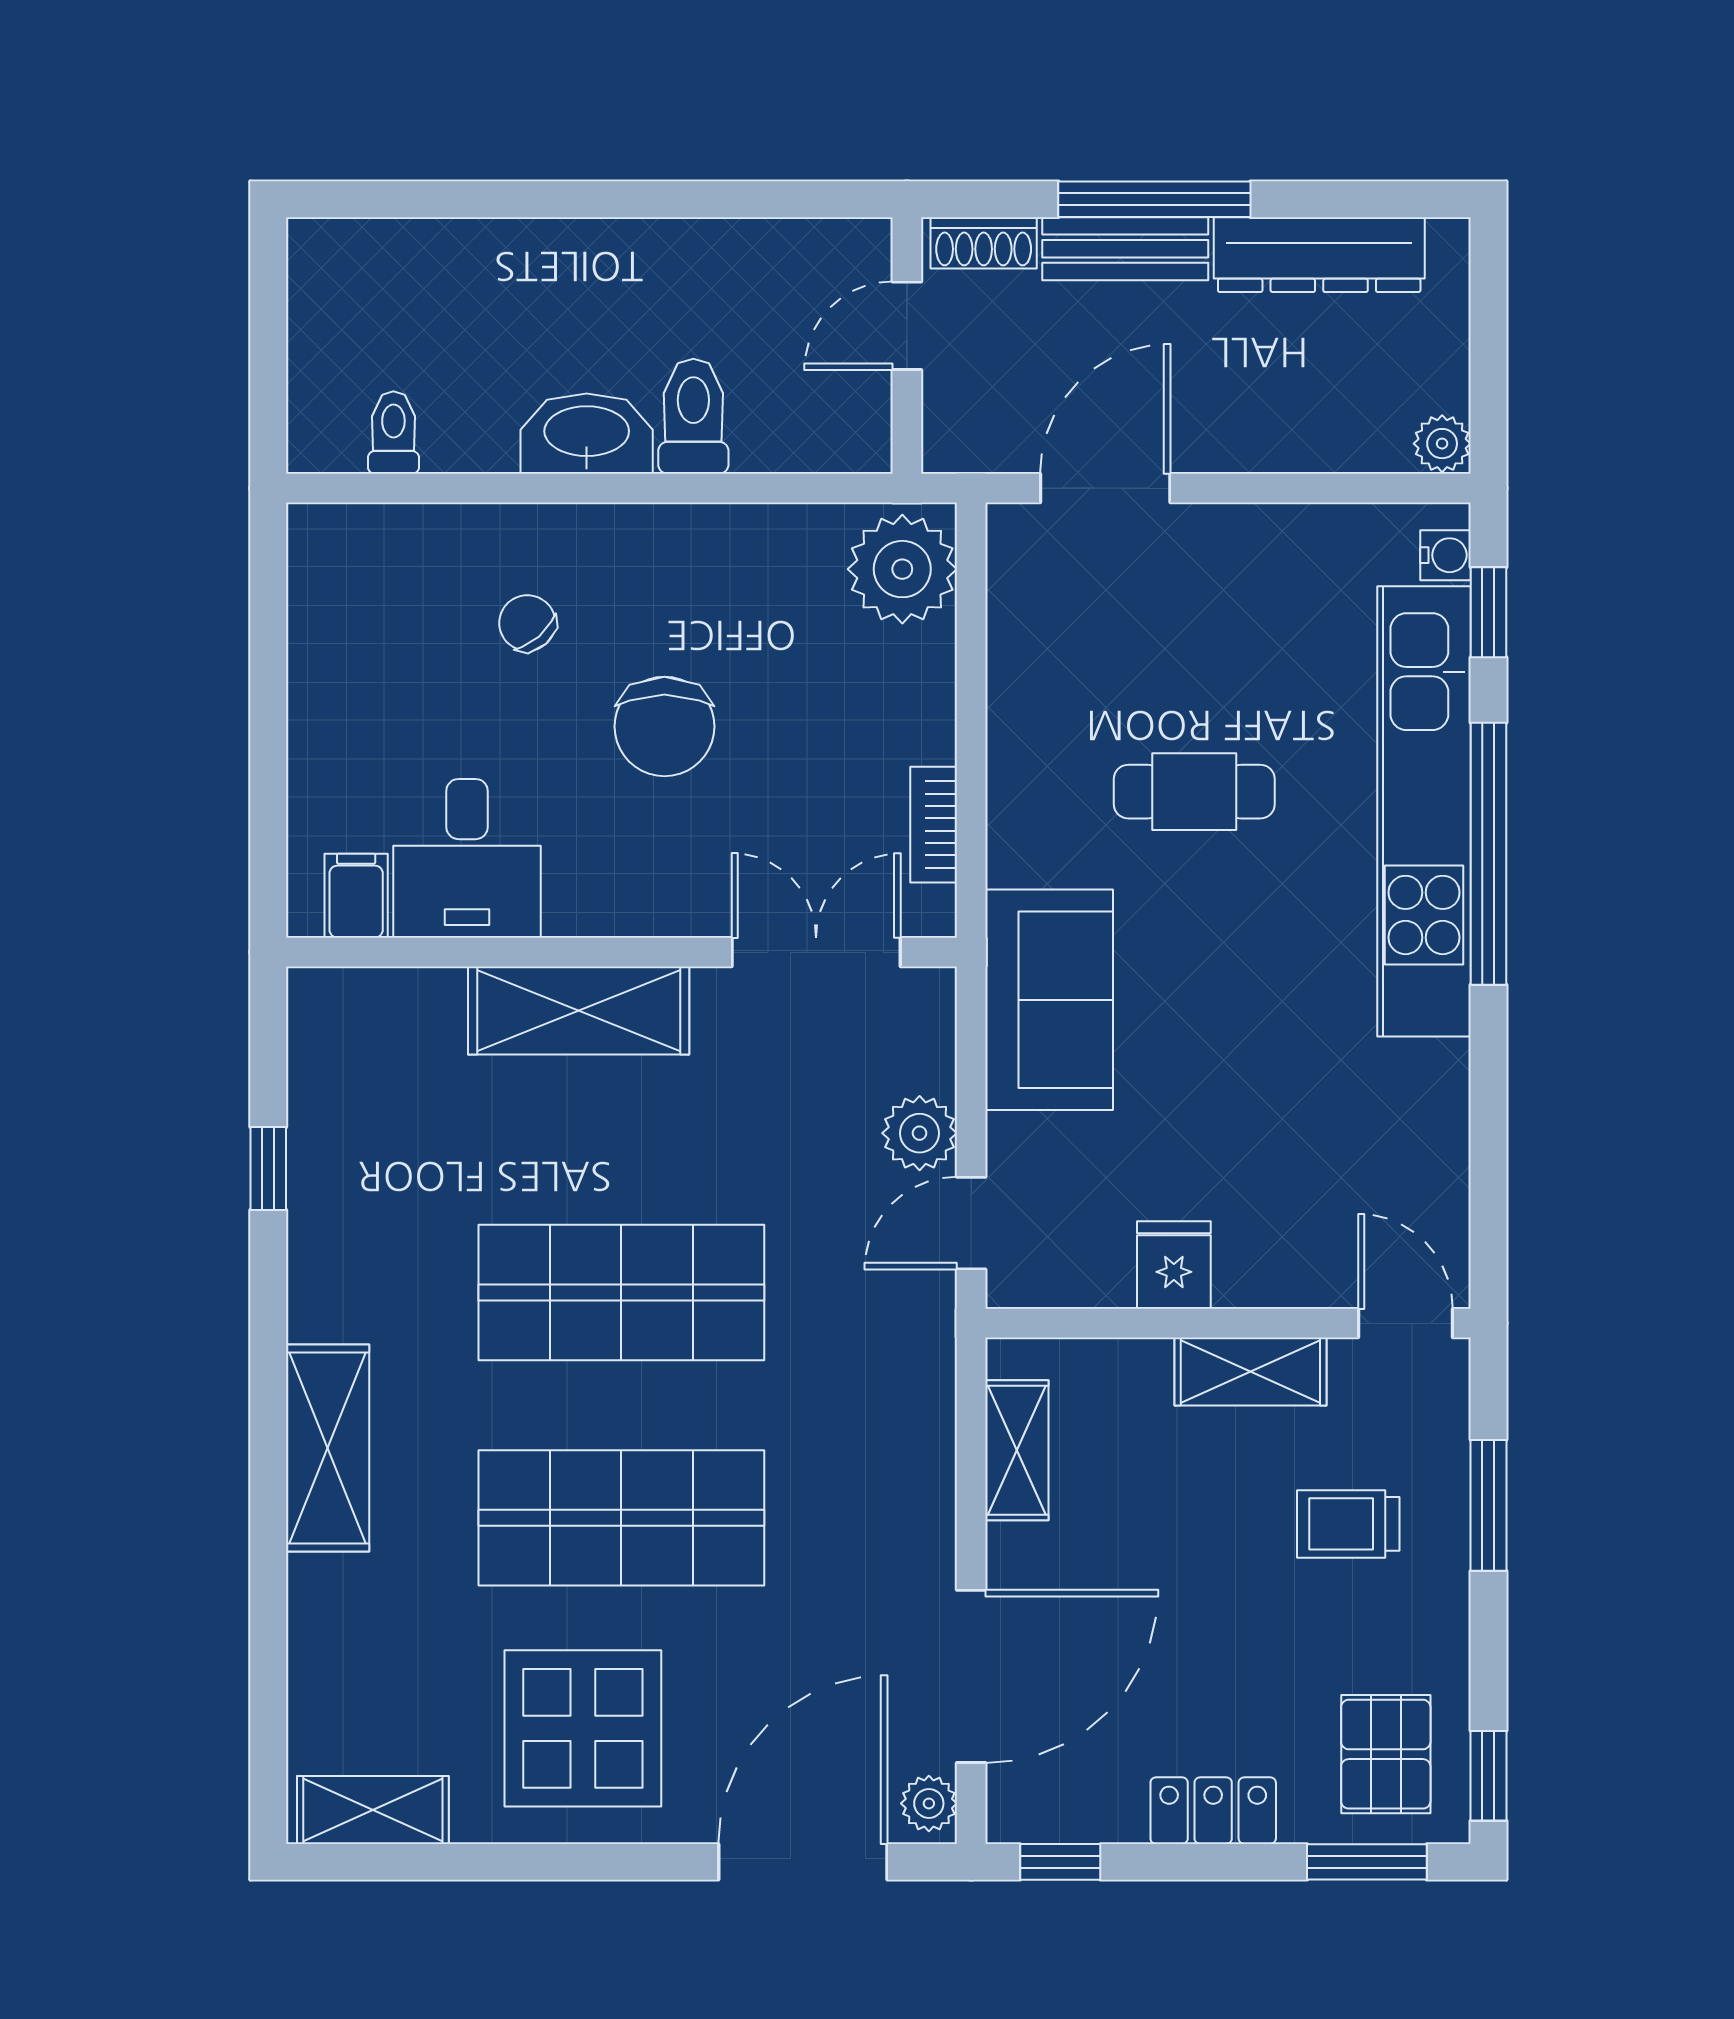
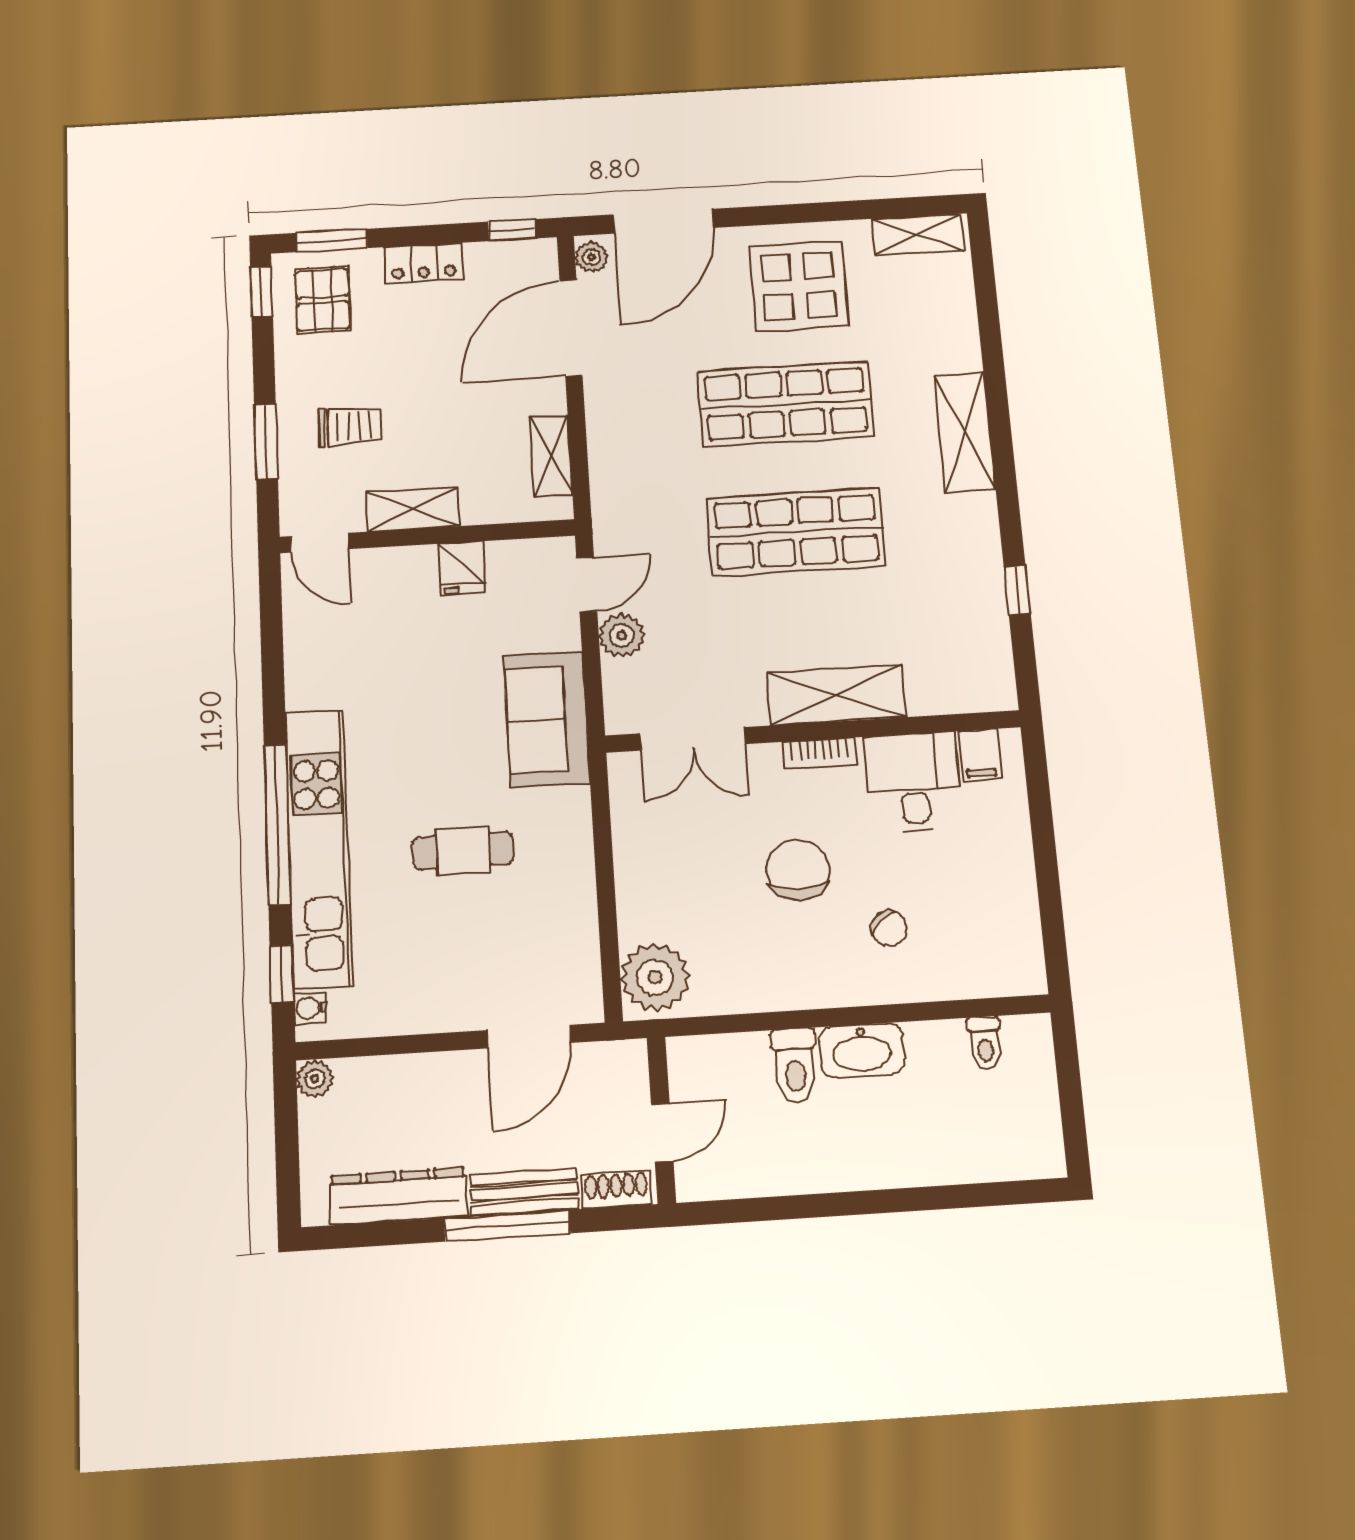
bookcase: (934, 825) -> (820, 754), moved, turned 90

